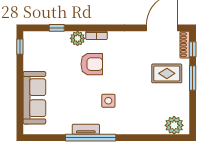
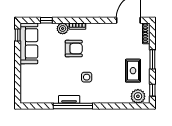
window: (193, 49) -> (152, 90), moved
rug: (167, 73) -> (133, 71), moved, turned 90
sofa: (34, 98) -> (29, 43), moved

